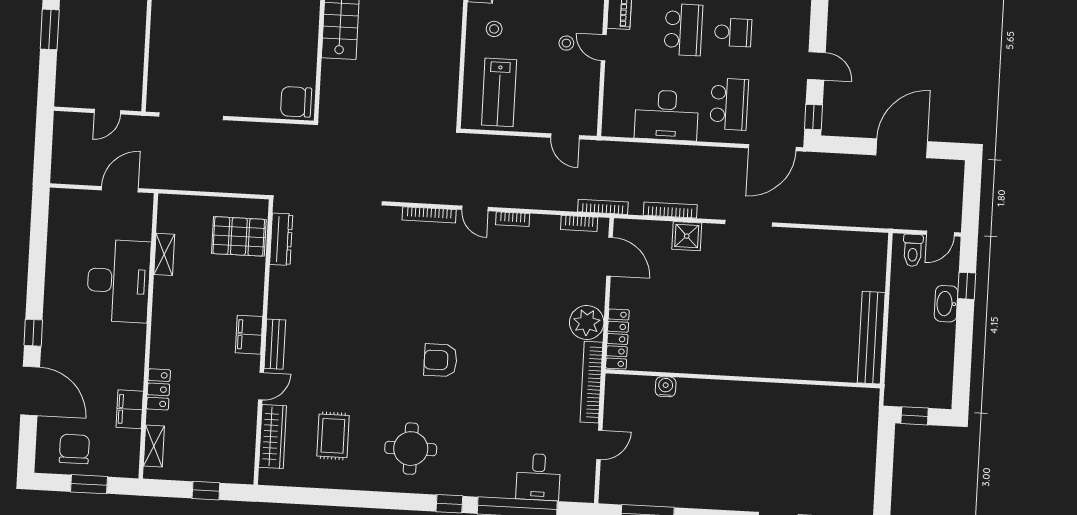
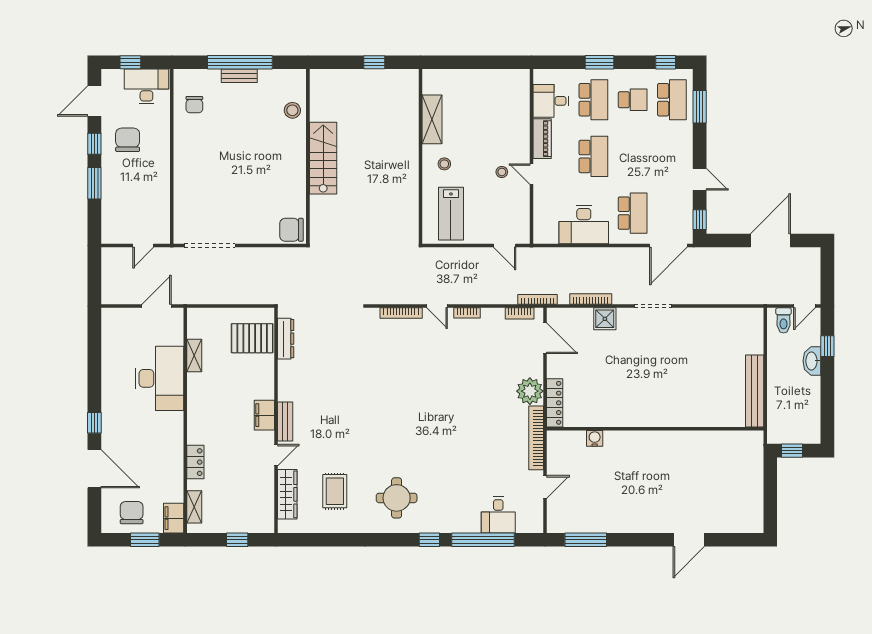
school desk: (733, 32) -> (633, 156), removed
armchair: (440, 360) -> (416, 427), removed
filing cabinet: (130, 409) -> (174, 518), moved

